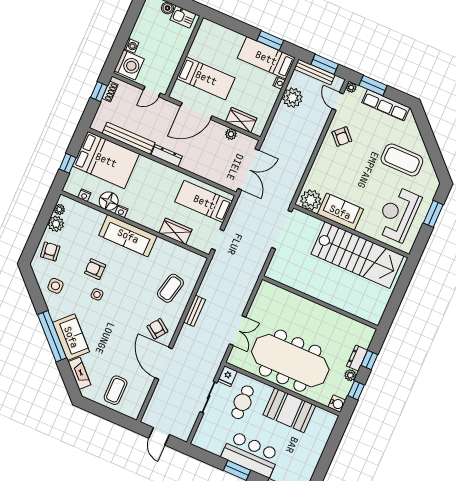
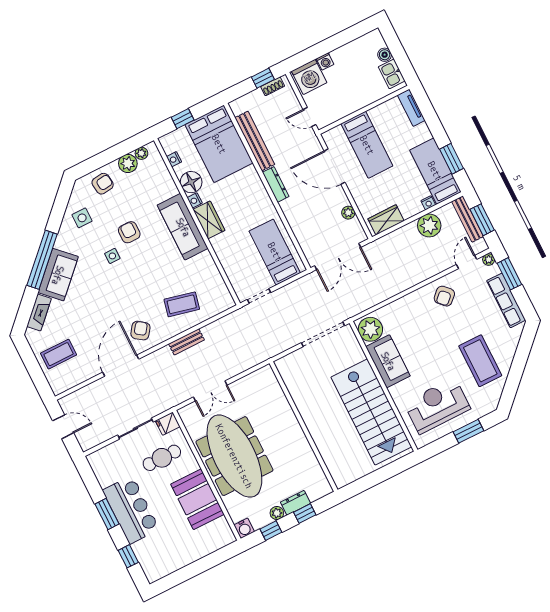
tv unit: (215, 29) -> (411, 108), added
wardrobe: (241, 120) -> (386, 220), moved, turned -90
wardrobe: (175, 231) -> (209, 220), moved
door: (159, 436) -> (63, 427), swing flipped

